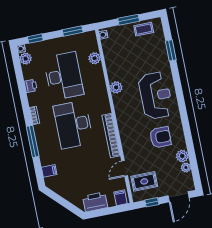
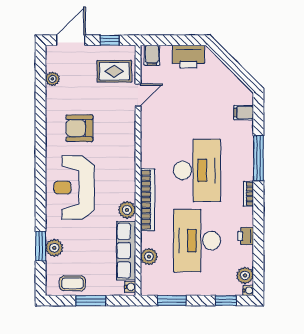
row of seats: (111, 59) -> (126, 251), added
bookcase: (111, 136) -> (148, 200), moved
plant: (182, 156) -> (54, 248), moved

